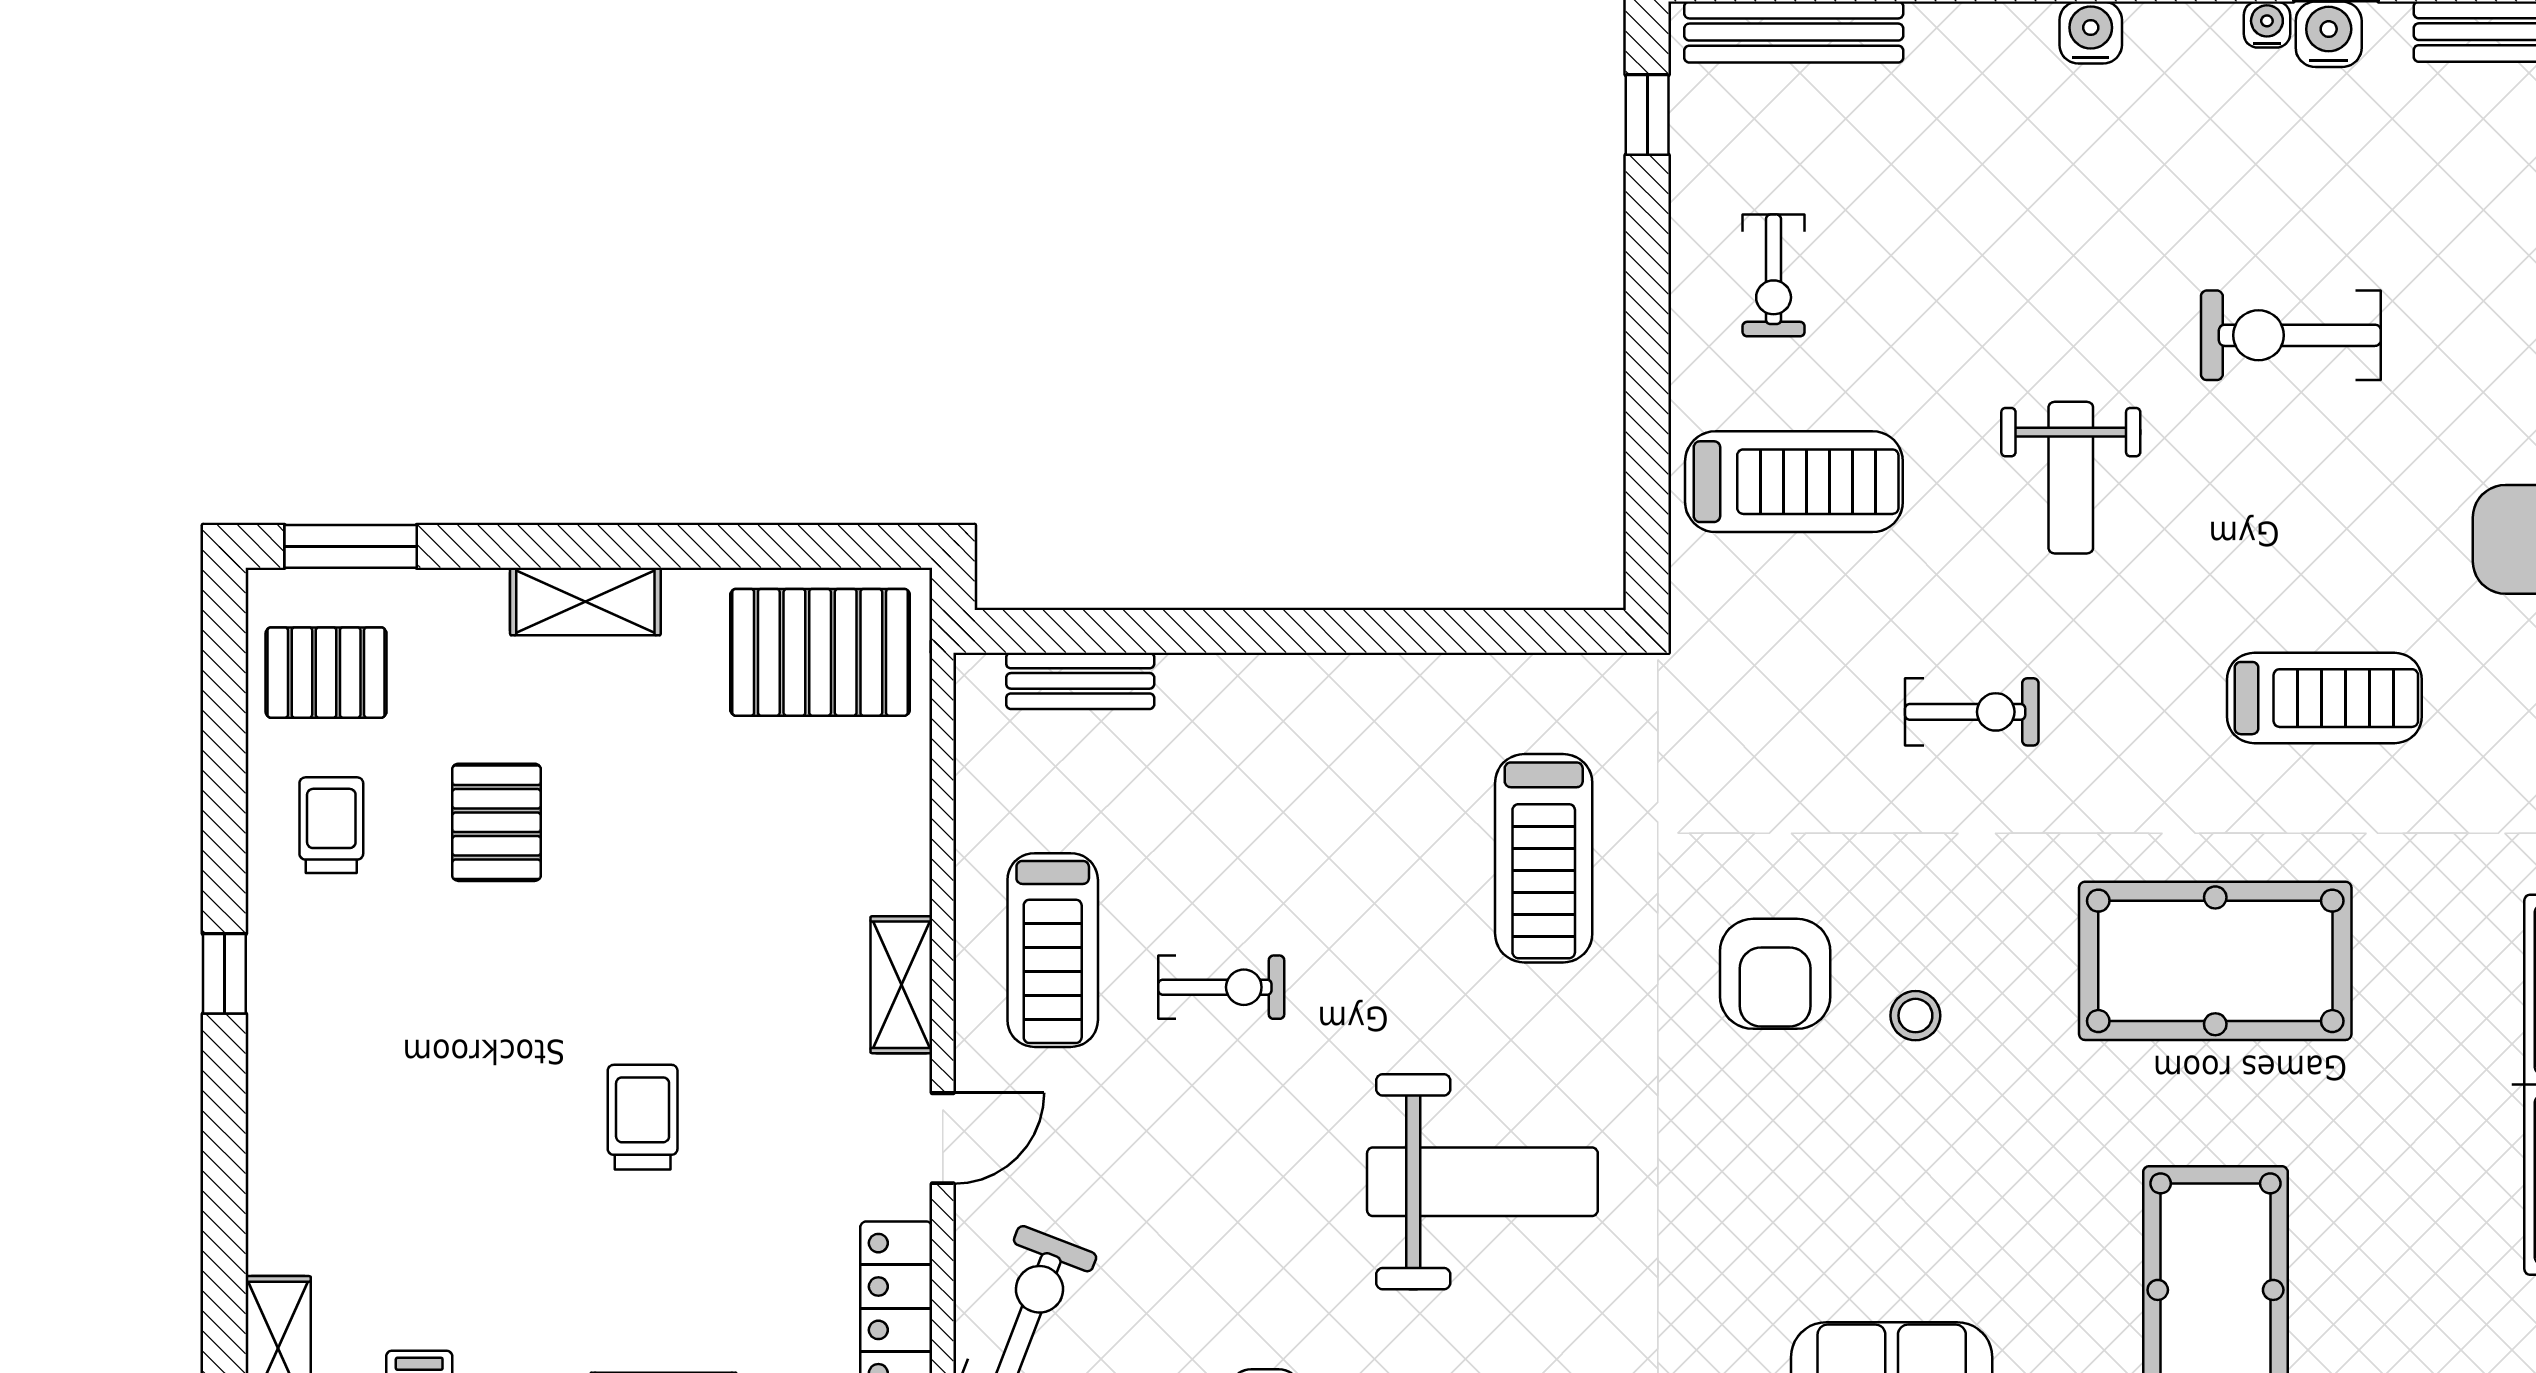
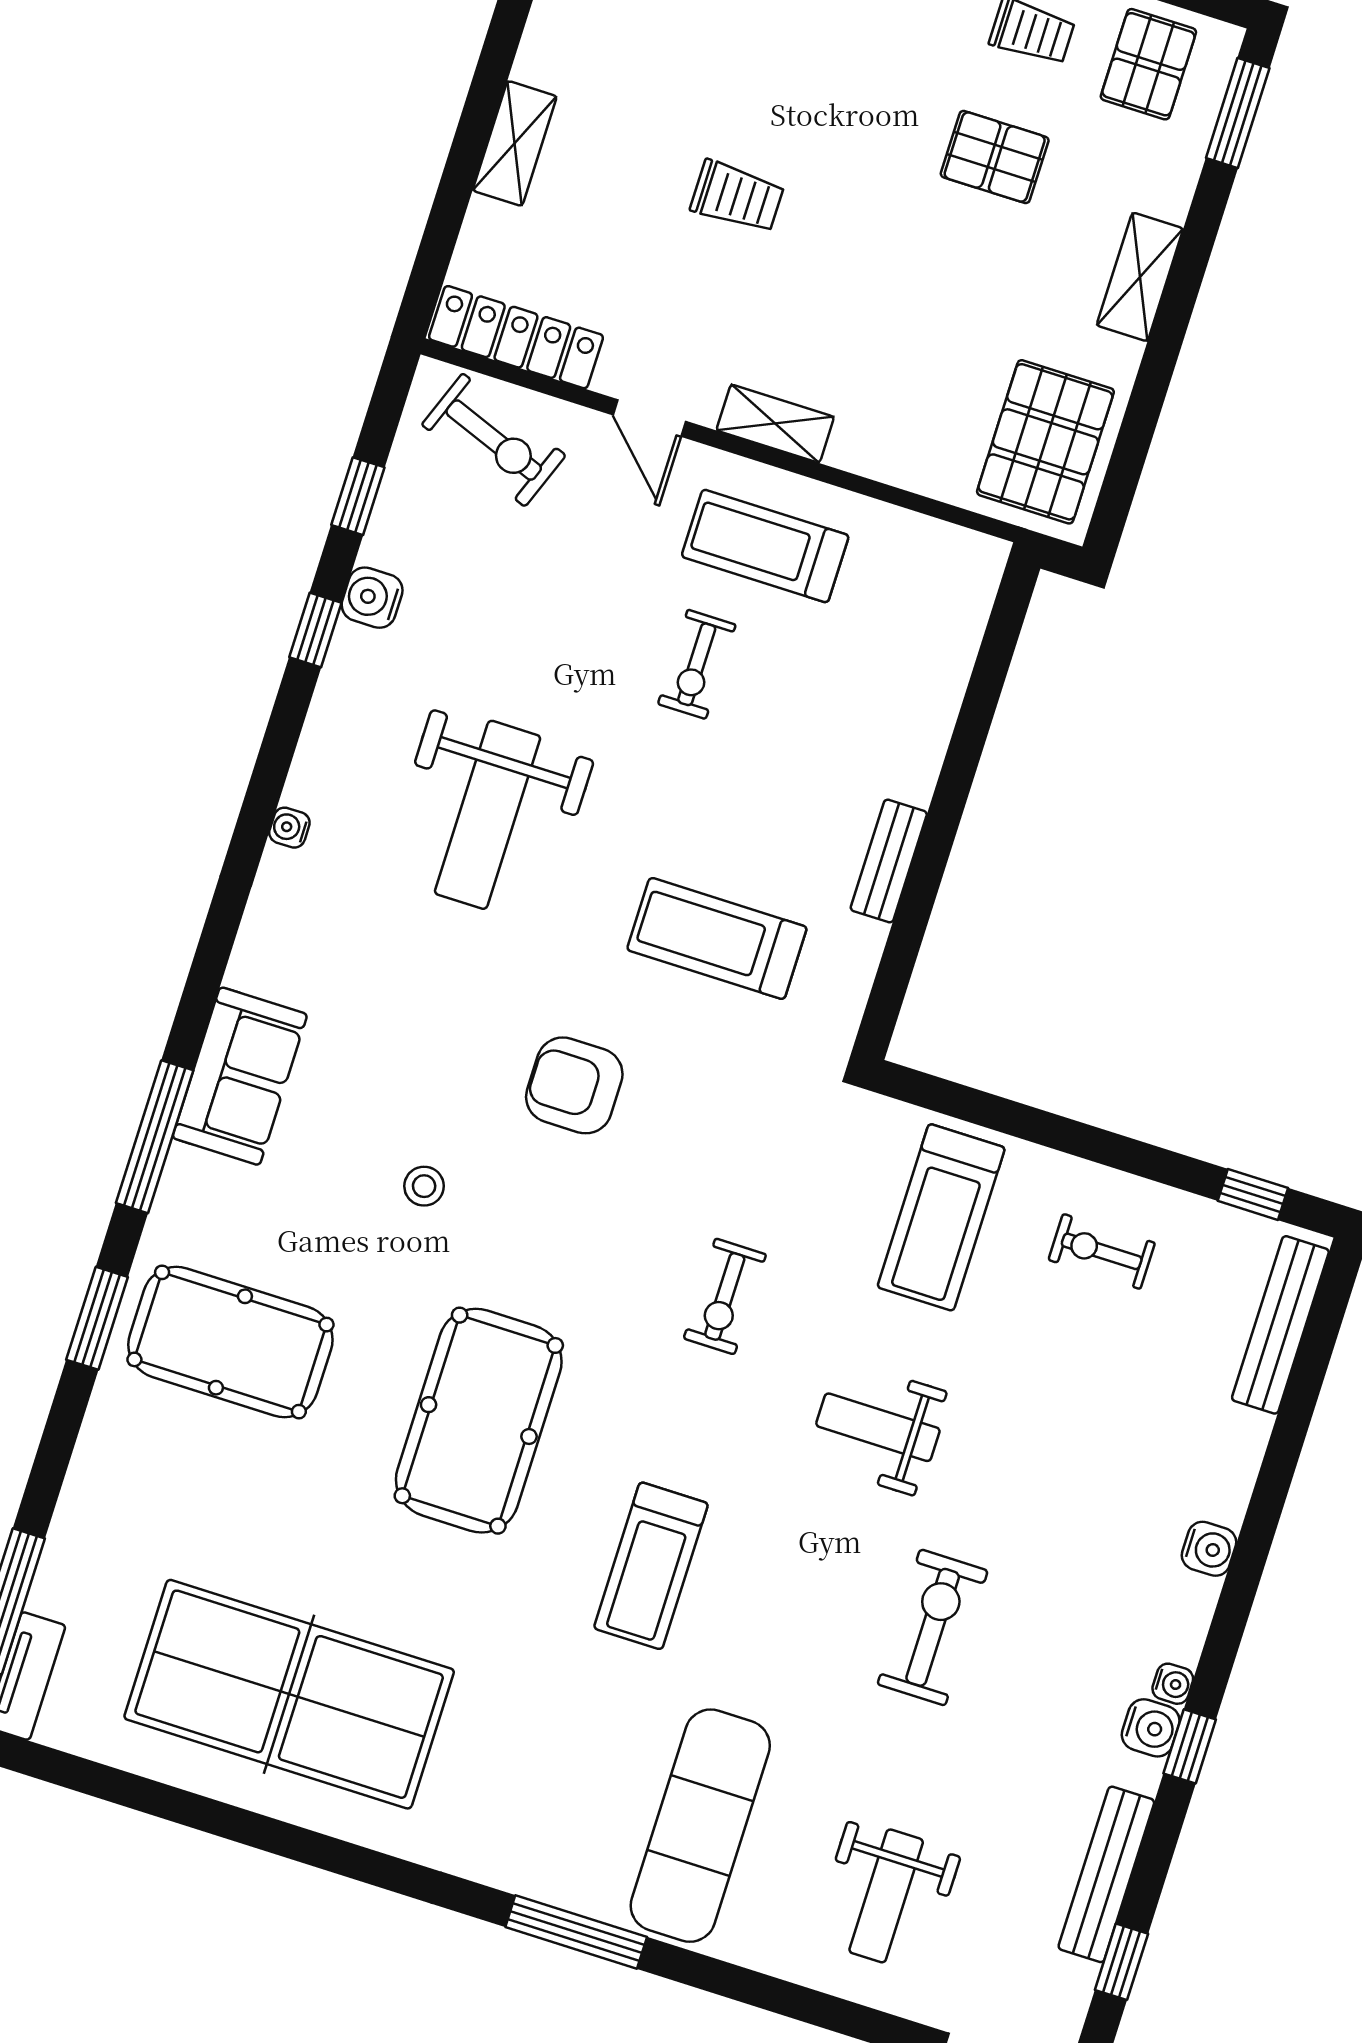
bench: (1080, 681) -> (889, 861), moved
stool: (1915, 1016) -> (424, 1186), moved

